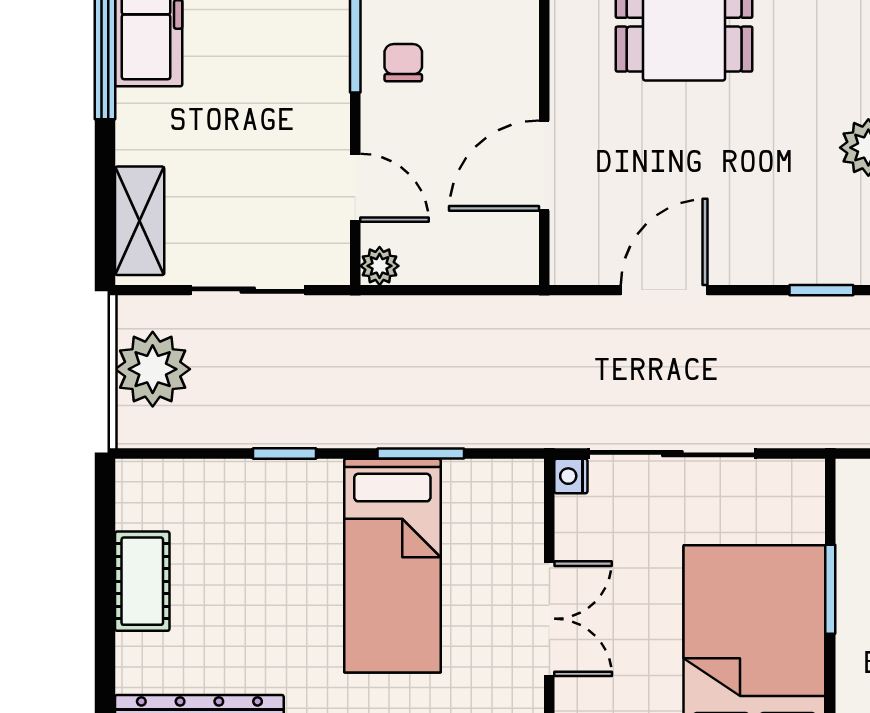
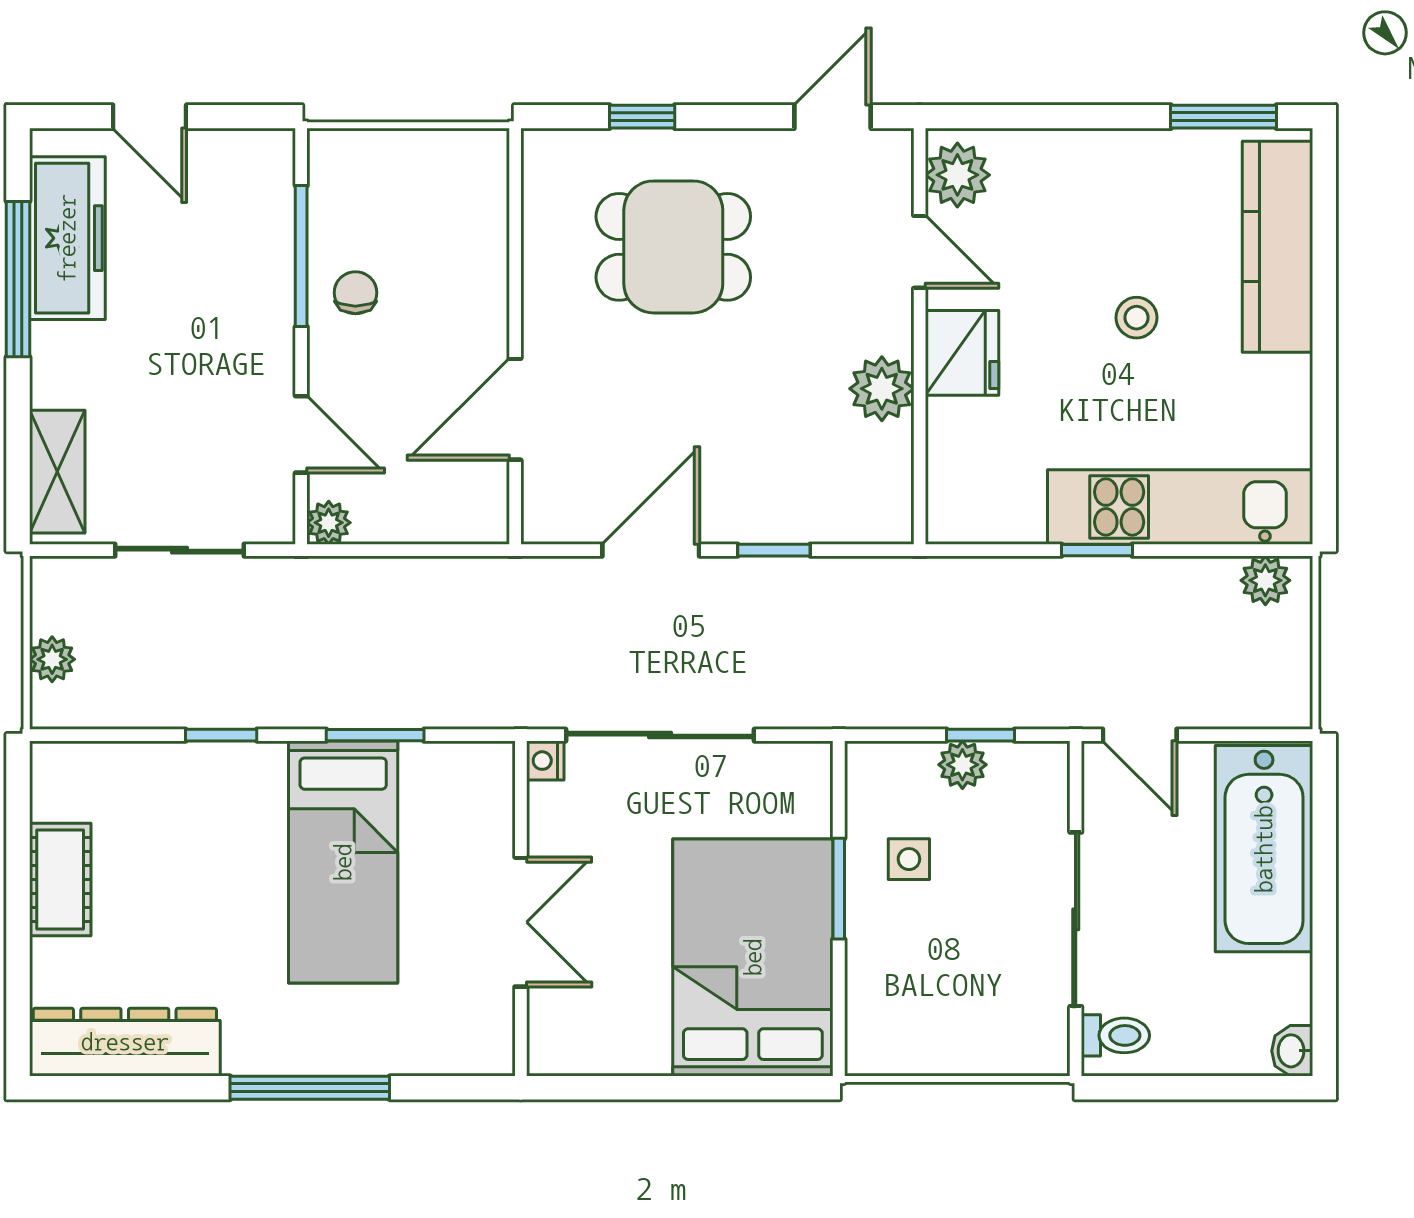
window: (821, 290) -> (774, 550), moved
plant: (153, 369) -> (52, 659), width x0.53, depth x0.53

